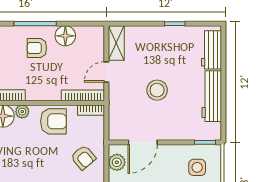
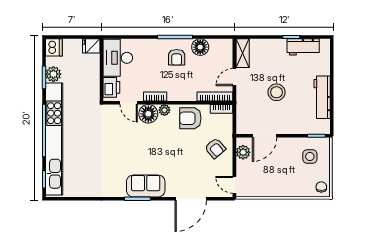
armchair: (37, 48) -> (177, 57), turned -90
workbench: (211, 50) -> (303, 47), moved, turned -90
armchair: (53, 121) -> (190, 118), turned 180

